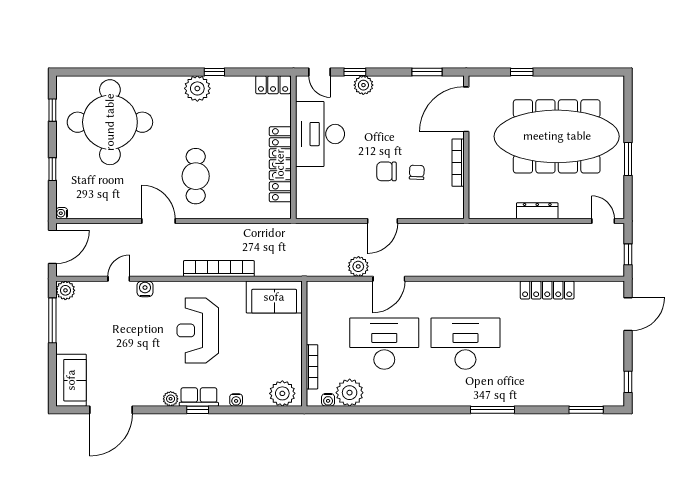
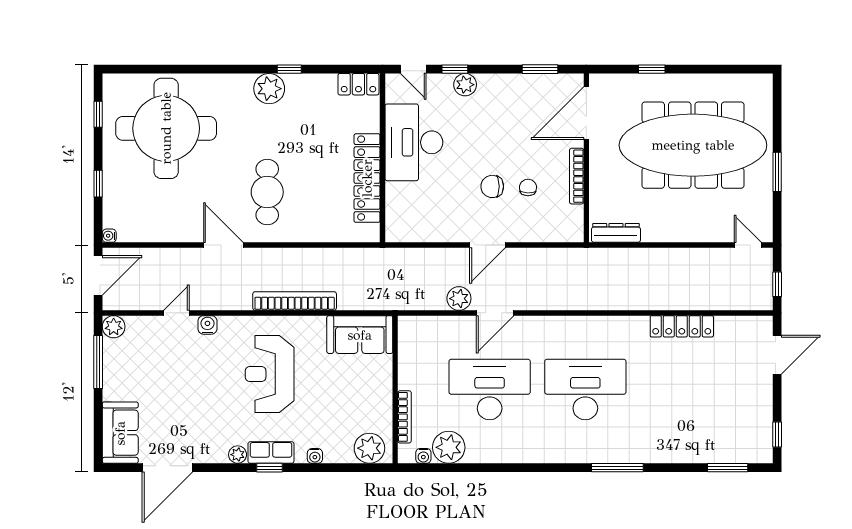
dresser: (537, 211) -> (616, 233), moved

